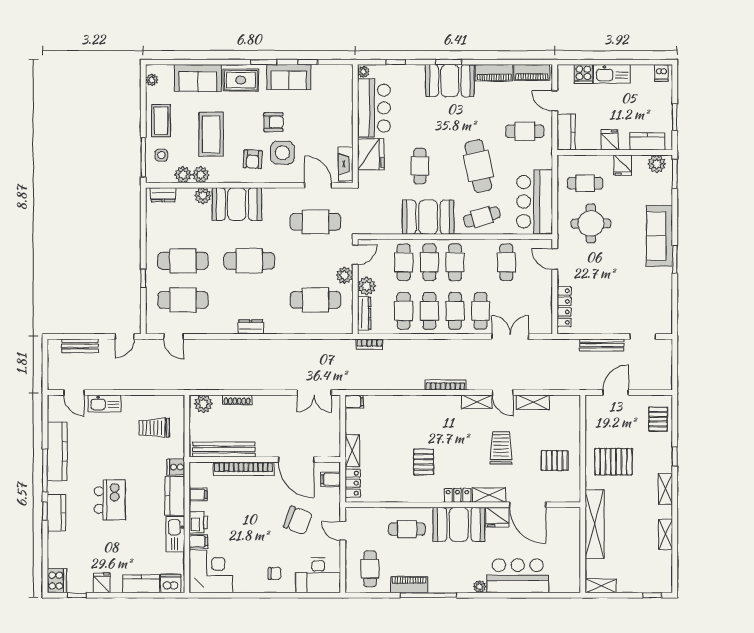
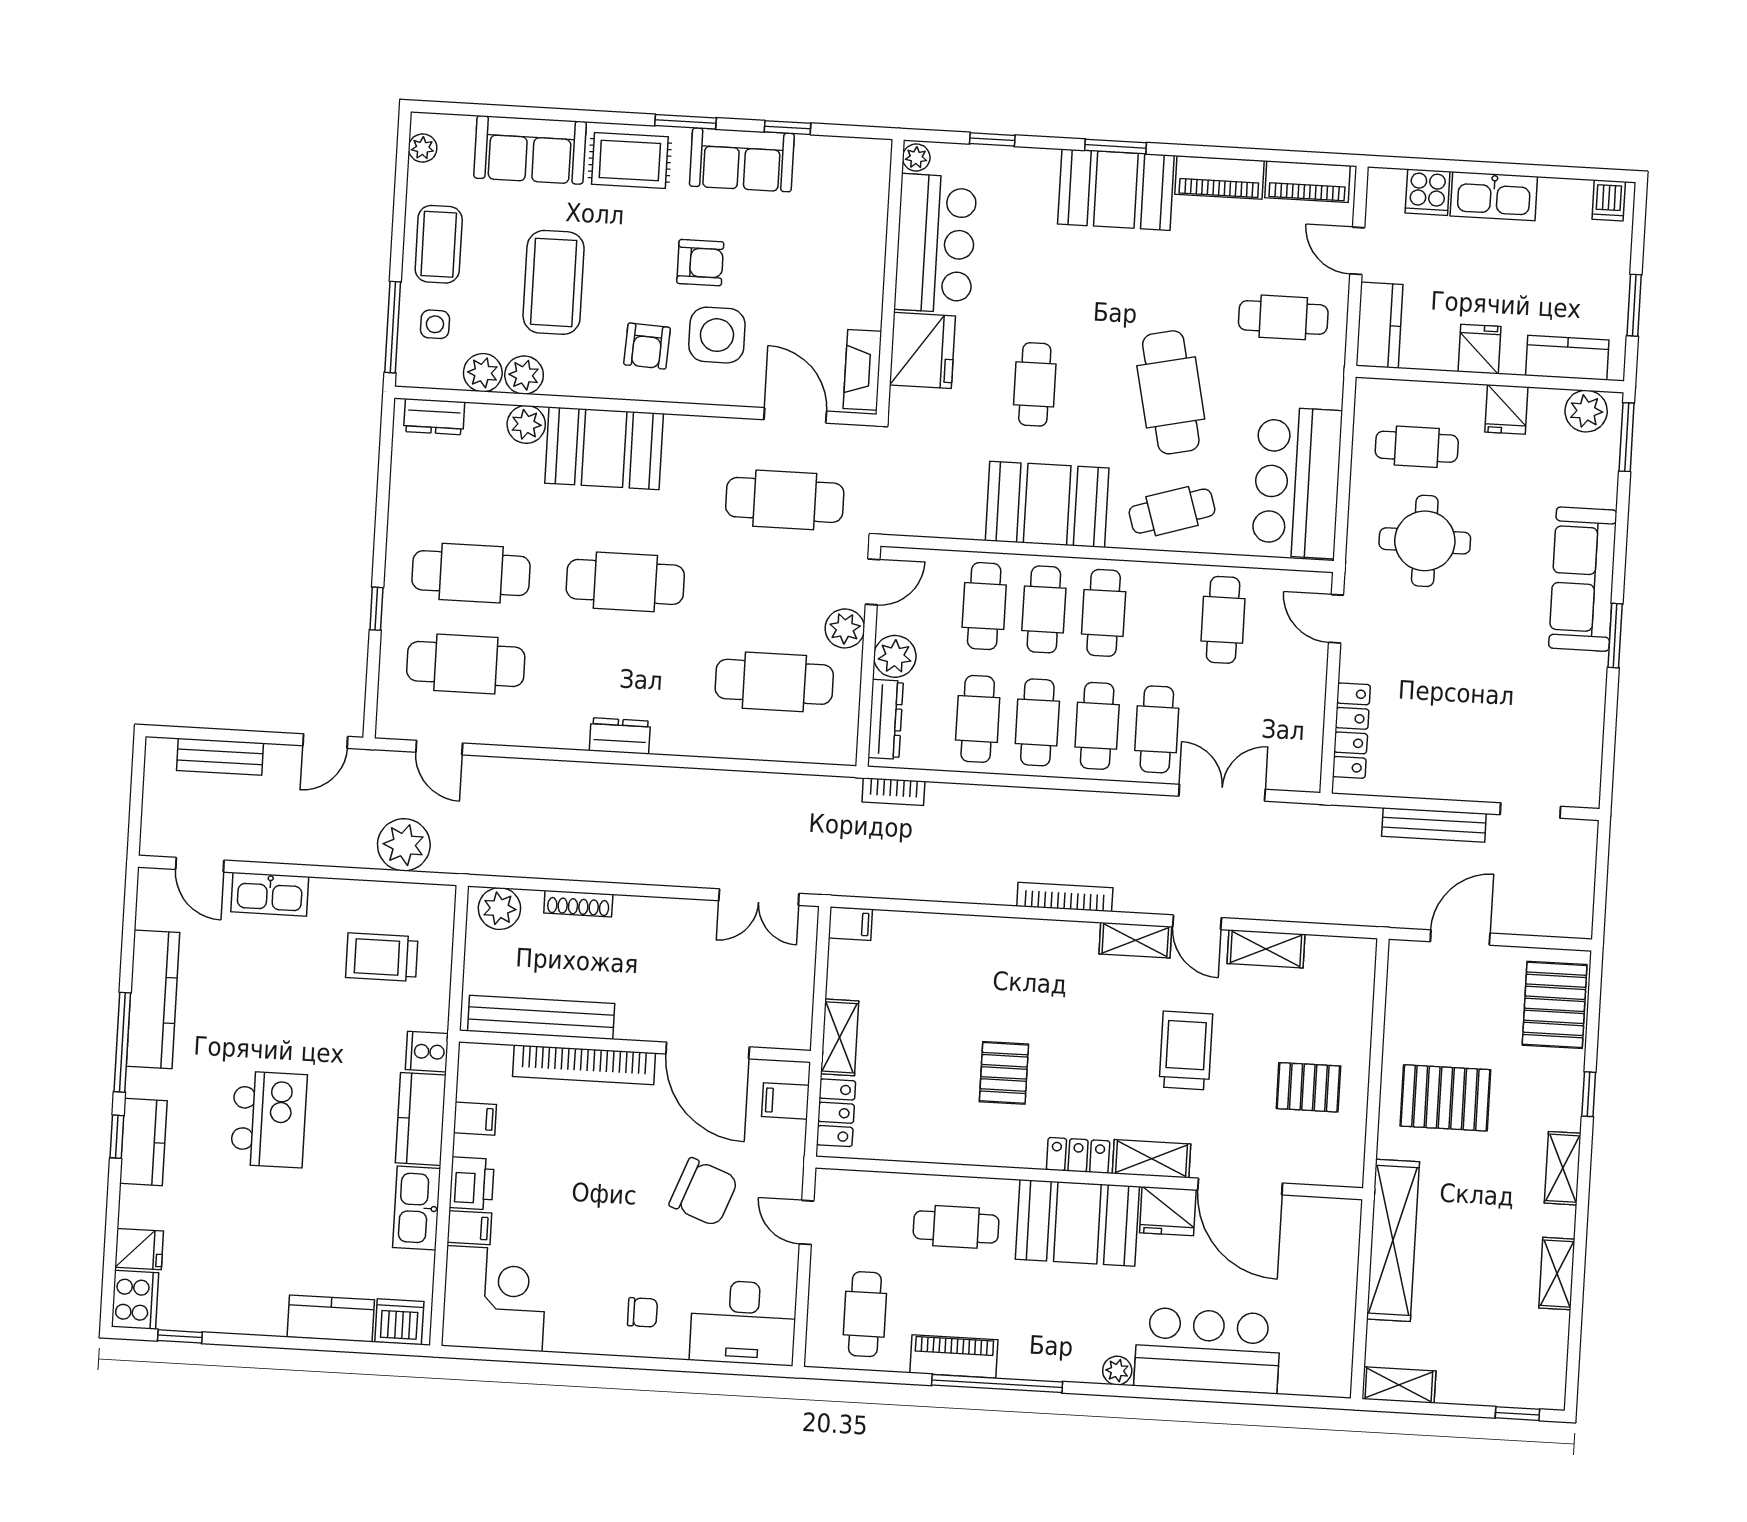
plant: (161, 379) -> (404, 845), added
pallet: (658, 419) -> (1555, 1005), width x1.50, depth x1.42
fridge: (102, 583) -> (139, 1249), moved, turned 90

